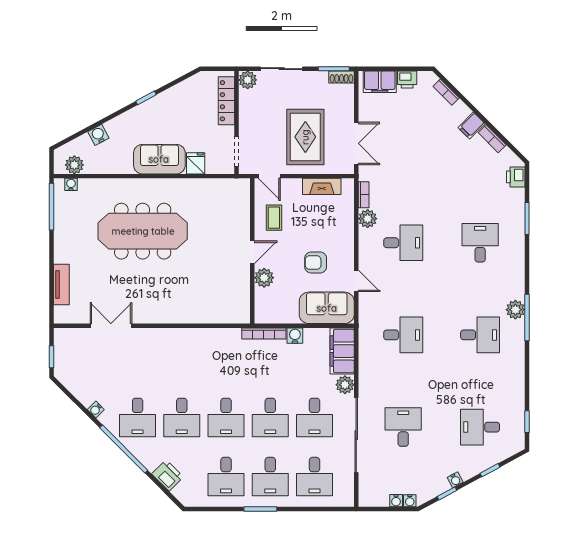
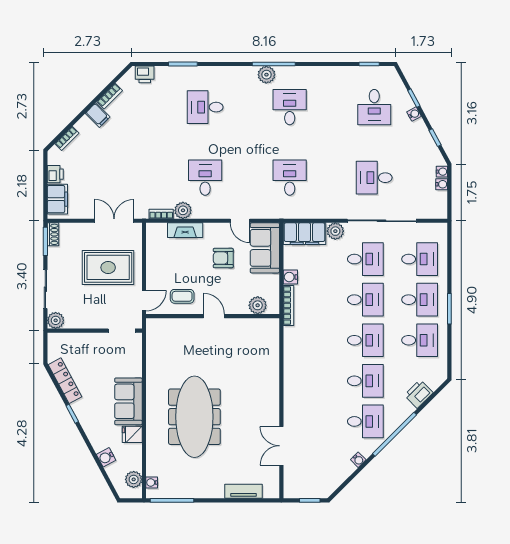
locker: (226, 101) -> (65, 381), moved, turned -118
fridge: (196, 163) -> (132, 434), moved
fireplace: (322, 186) -> (185, 230), moved, turned 90
armchair: (316, 262) -> (223, 258), turned 90
plant: (264, 278) -> (258, 305), moved
door: (356, 281) -> (240, 221), swing flipped
water cooler: (455, 480) -> (414, 114), moved

